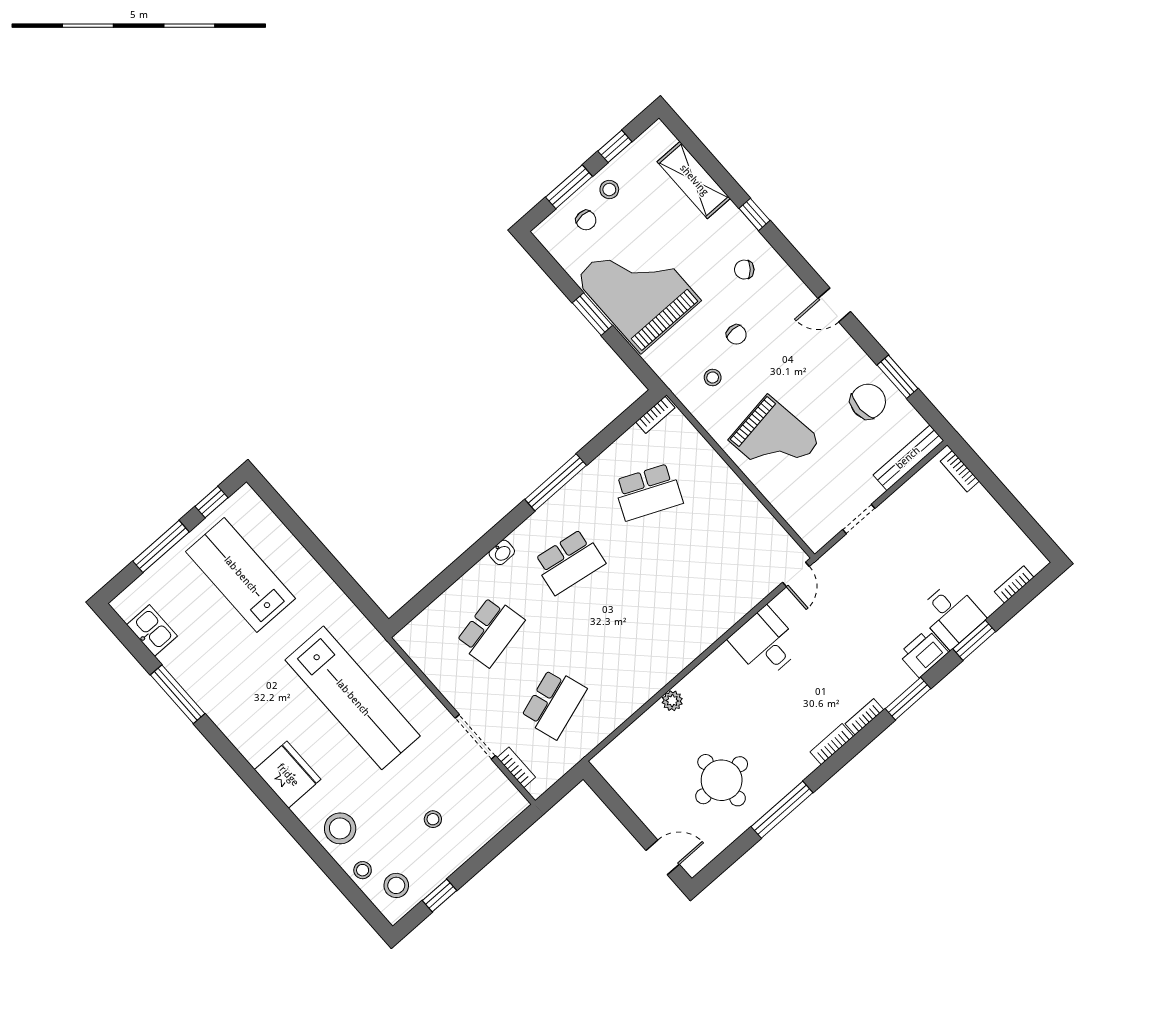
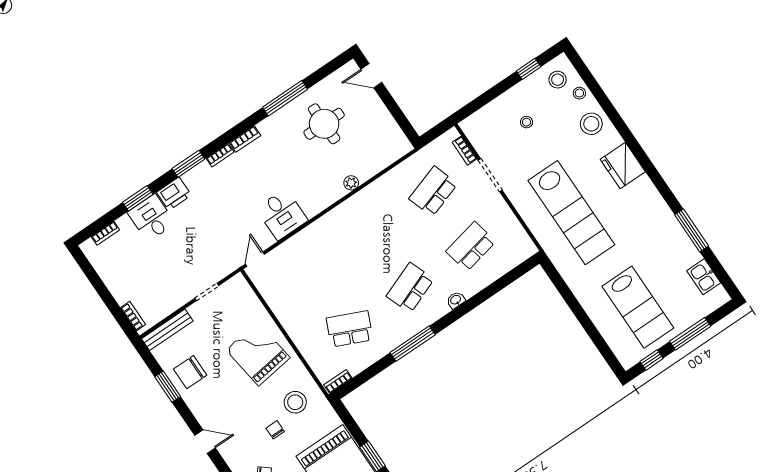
stool: (713, 377) -> (295, 402), width x1.89, depth x1.89
school desk: (569, 562) -> (410, 288), turned -30
lab bench: (353, 698) -> (571, 213), turned 180

